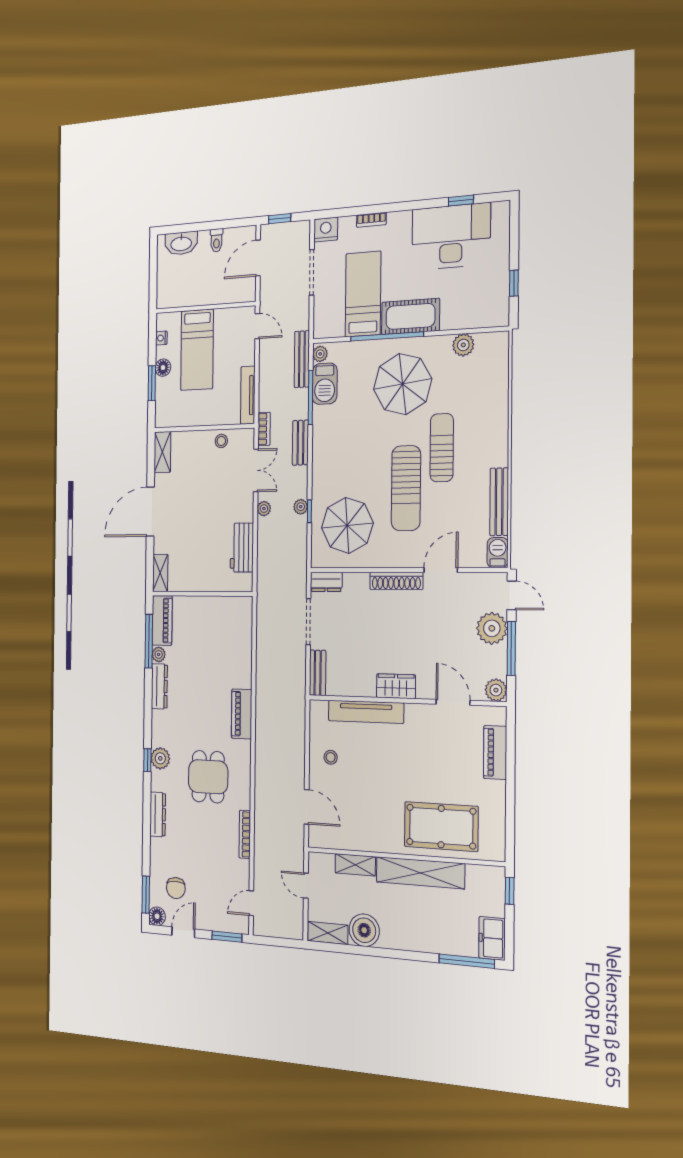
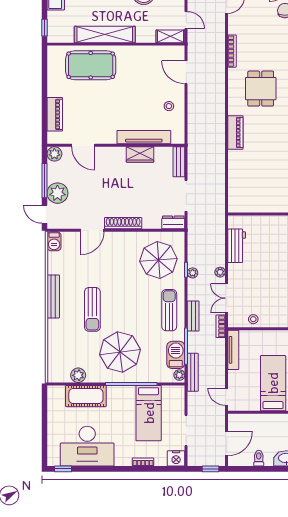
window: (461, 201) -> (63, 469), moved
window: (514, 283) -> (44, 413), removed
cot: (410, 316) -> (86, 396), moved
sun lounger: (406, 488) -> (169, 310), moved, width x0.73, depth x0.75
bench: (499, 502) -> (53, 296), moved
wardrobe: (396, 686) -> (140, 154), moved
shelving: (355, 865) -> (170, 36), moved

